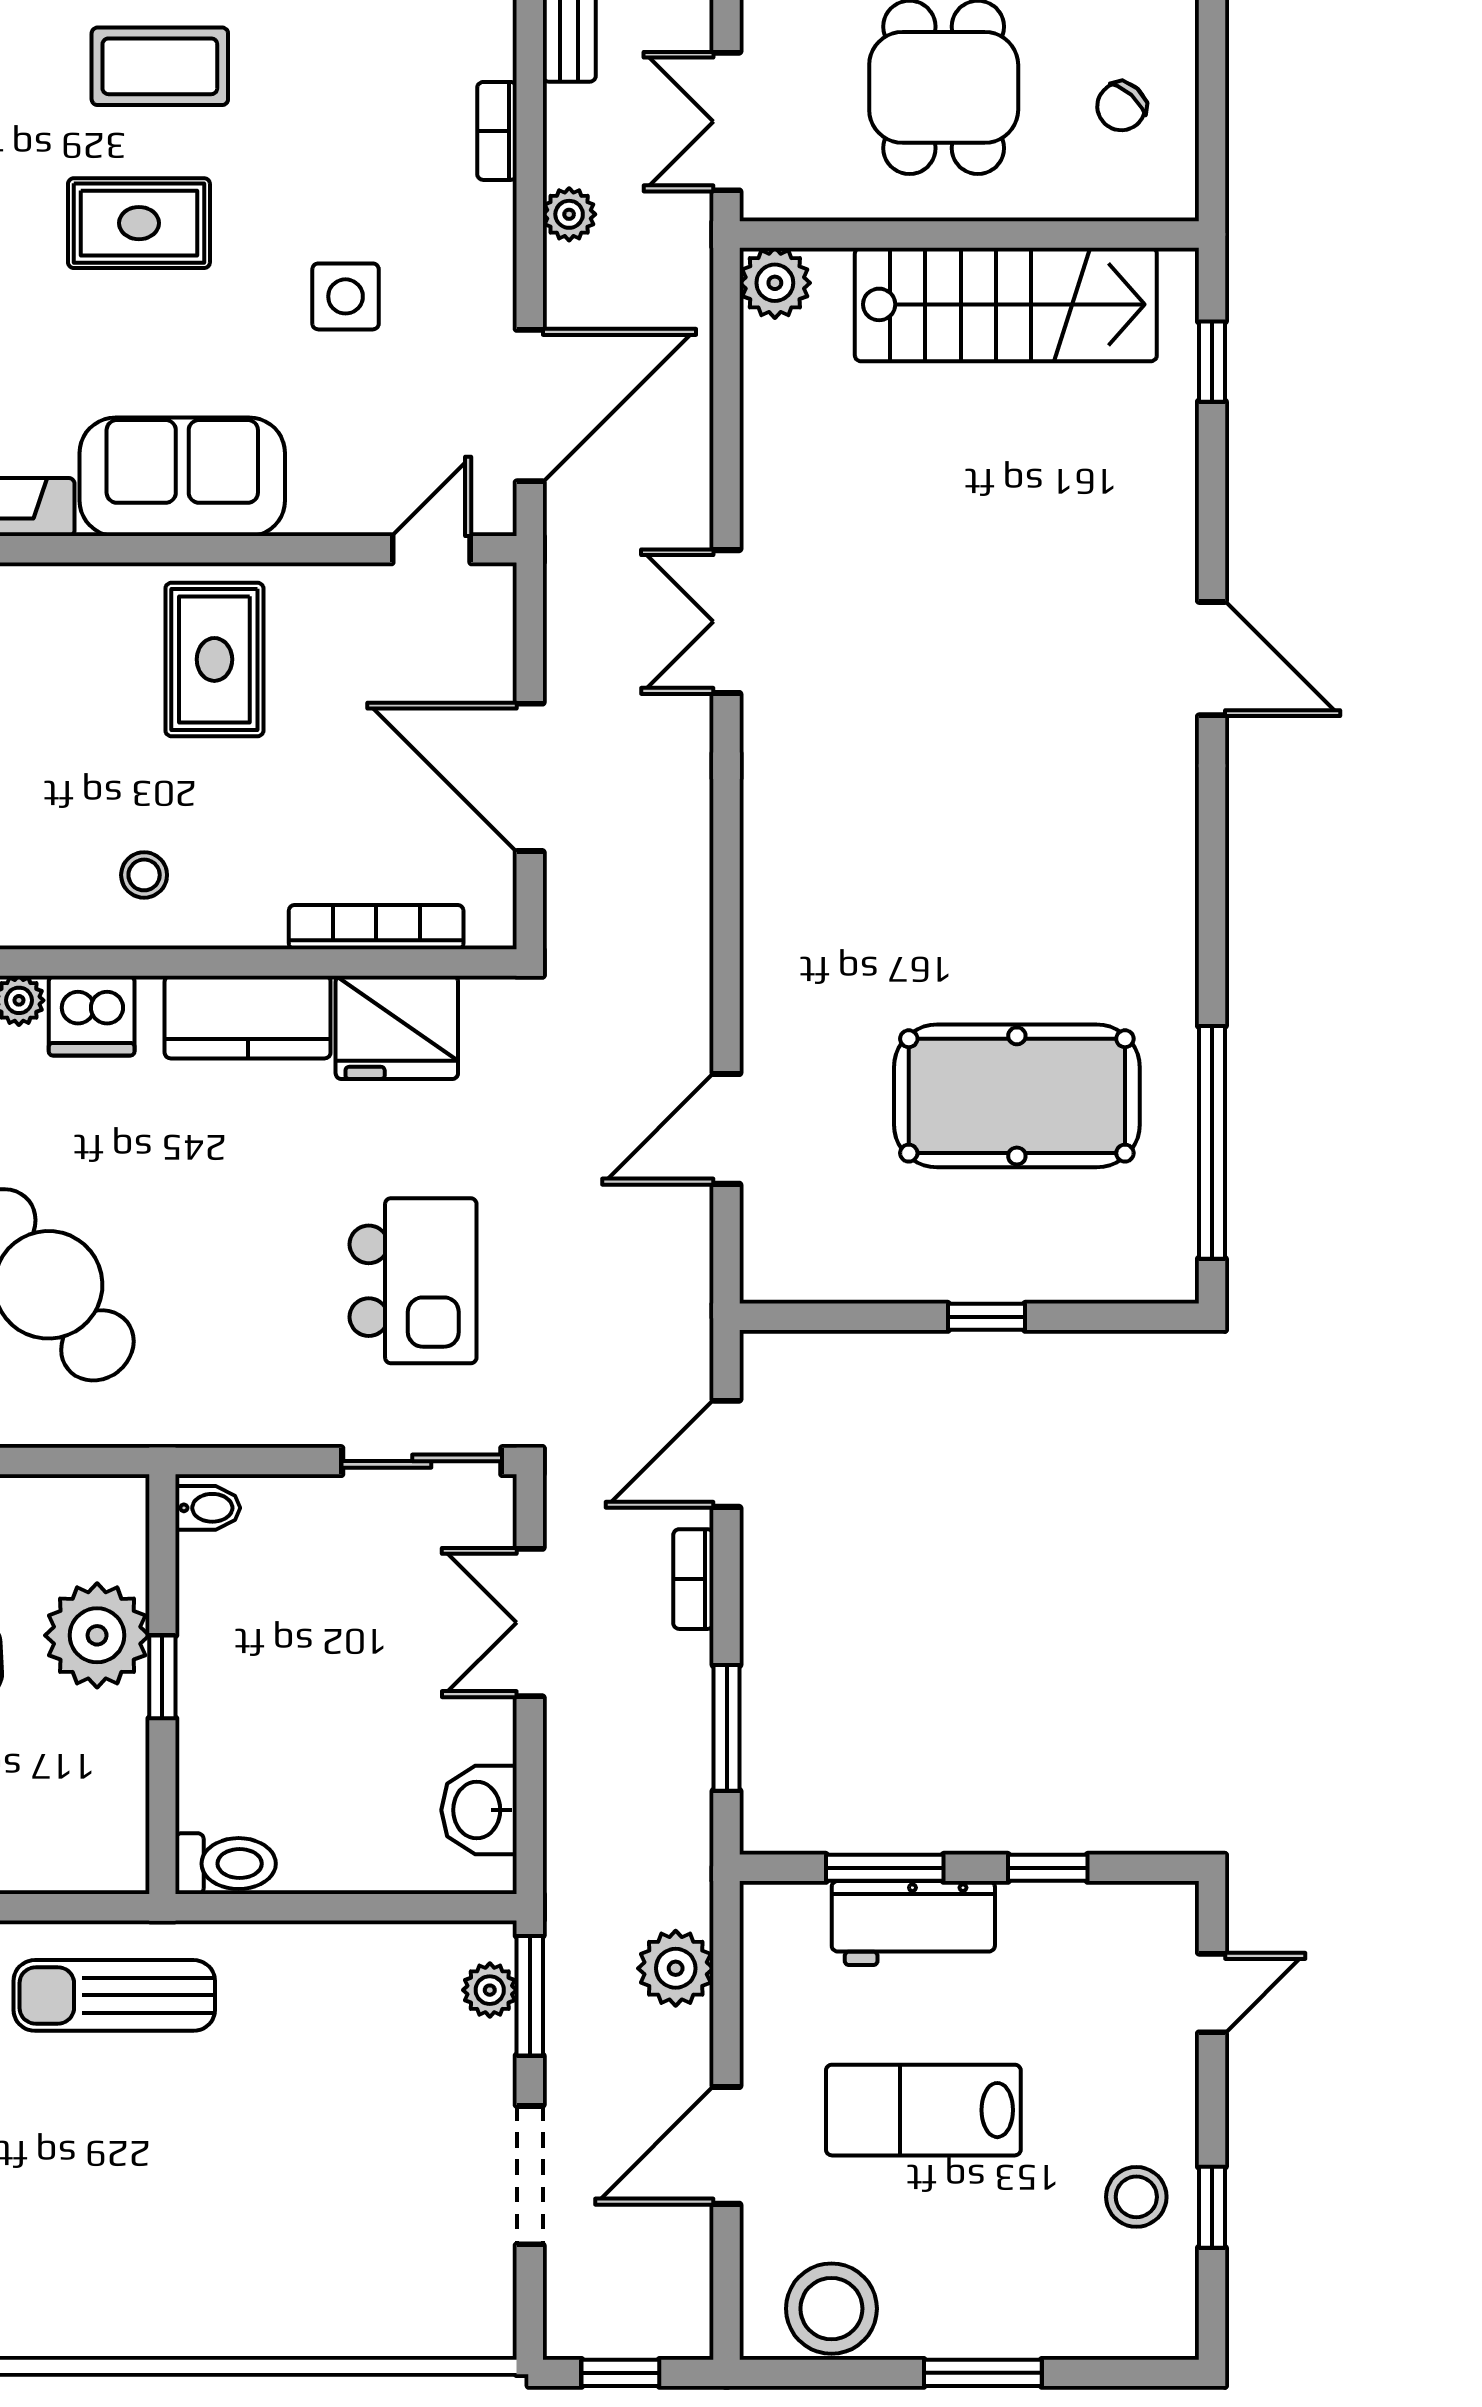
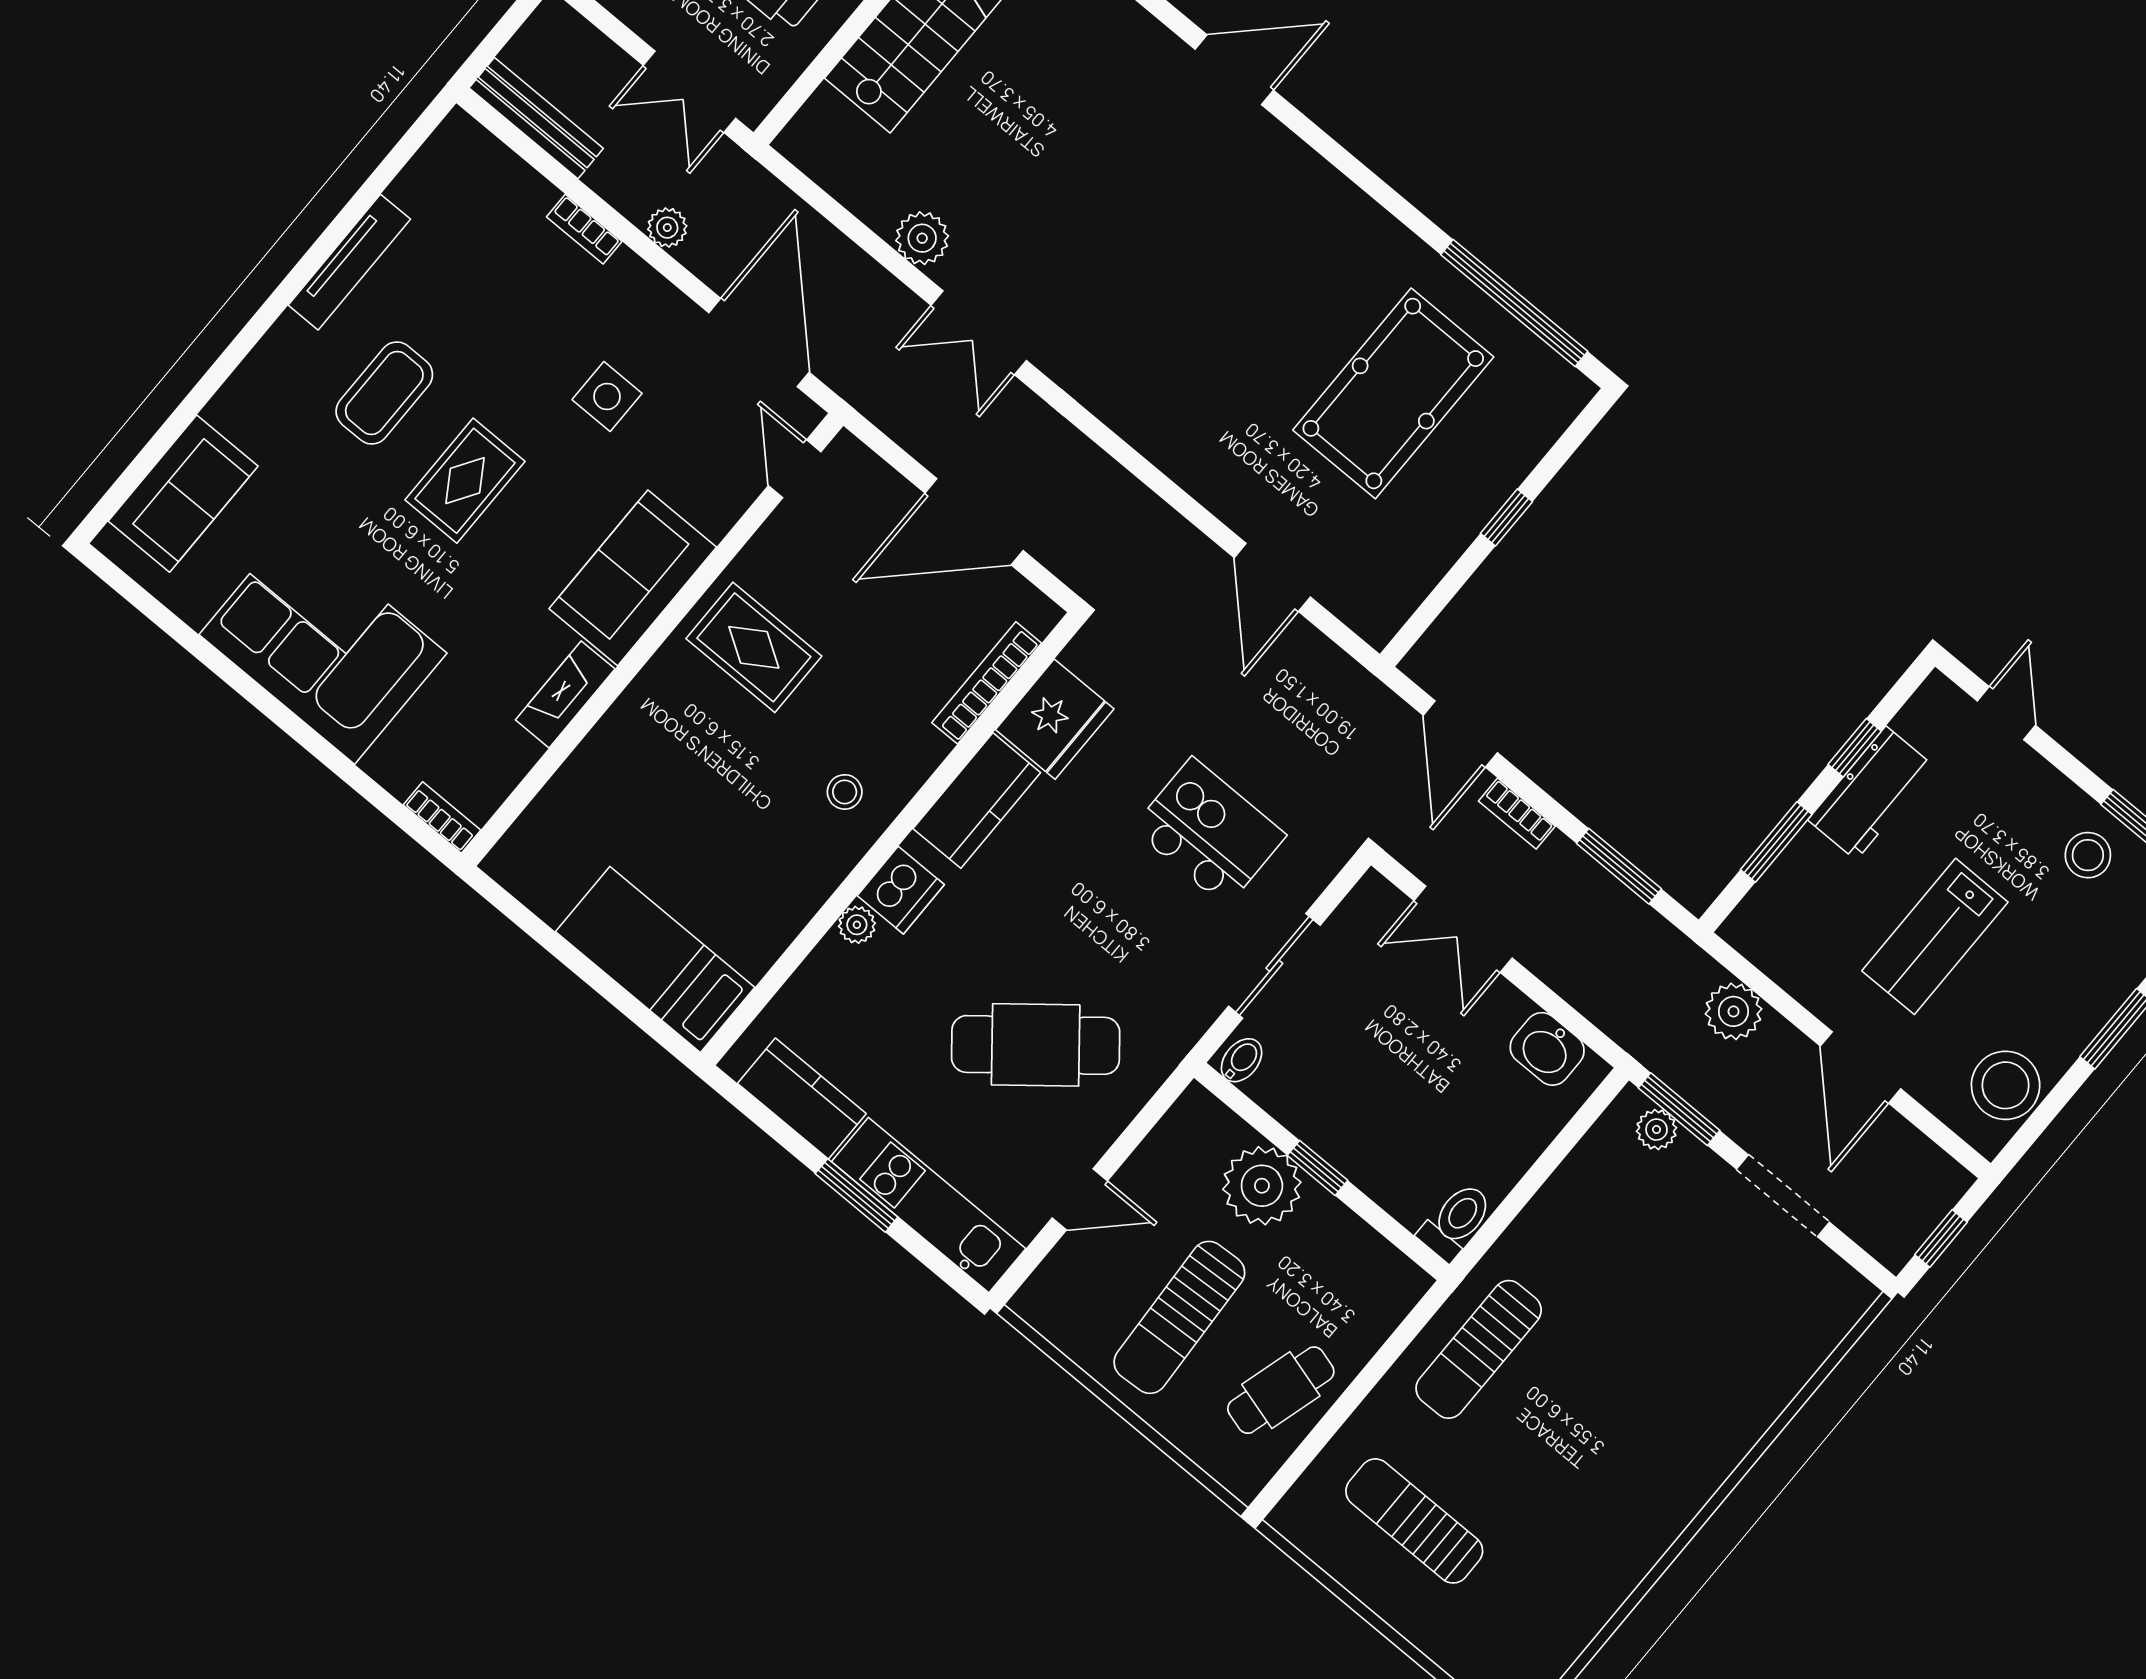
plant: (775, 283) -> (922, 238), moved
sliding door: (422, 1461) -> (1274, 966), moved
workbench: (913, 1923) -> (1871, 793), moved

